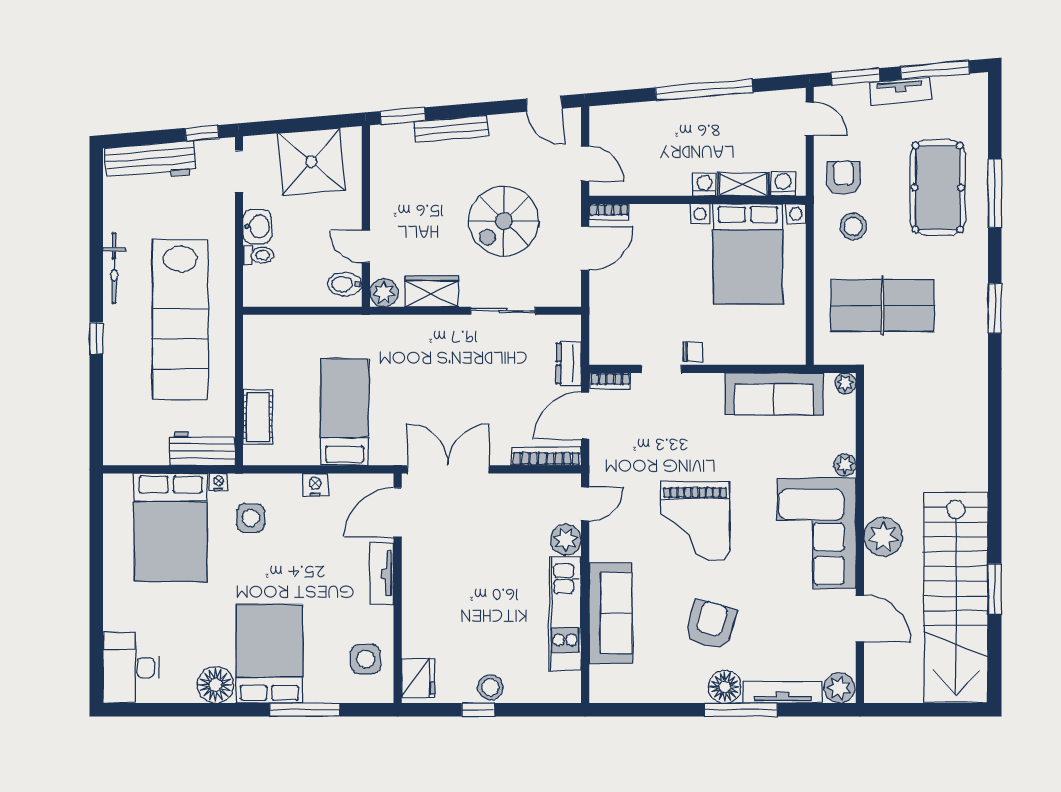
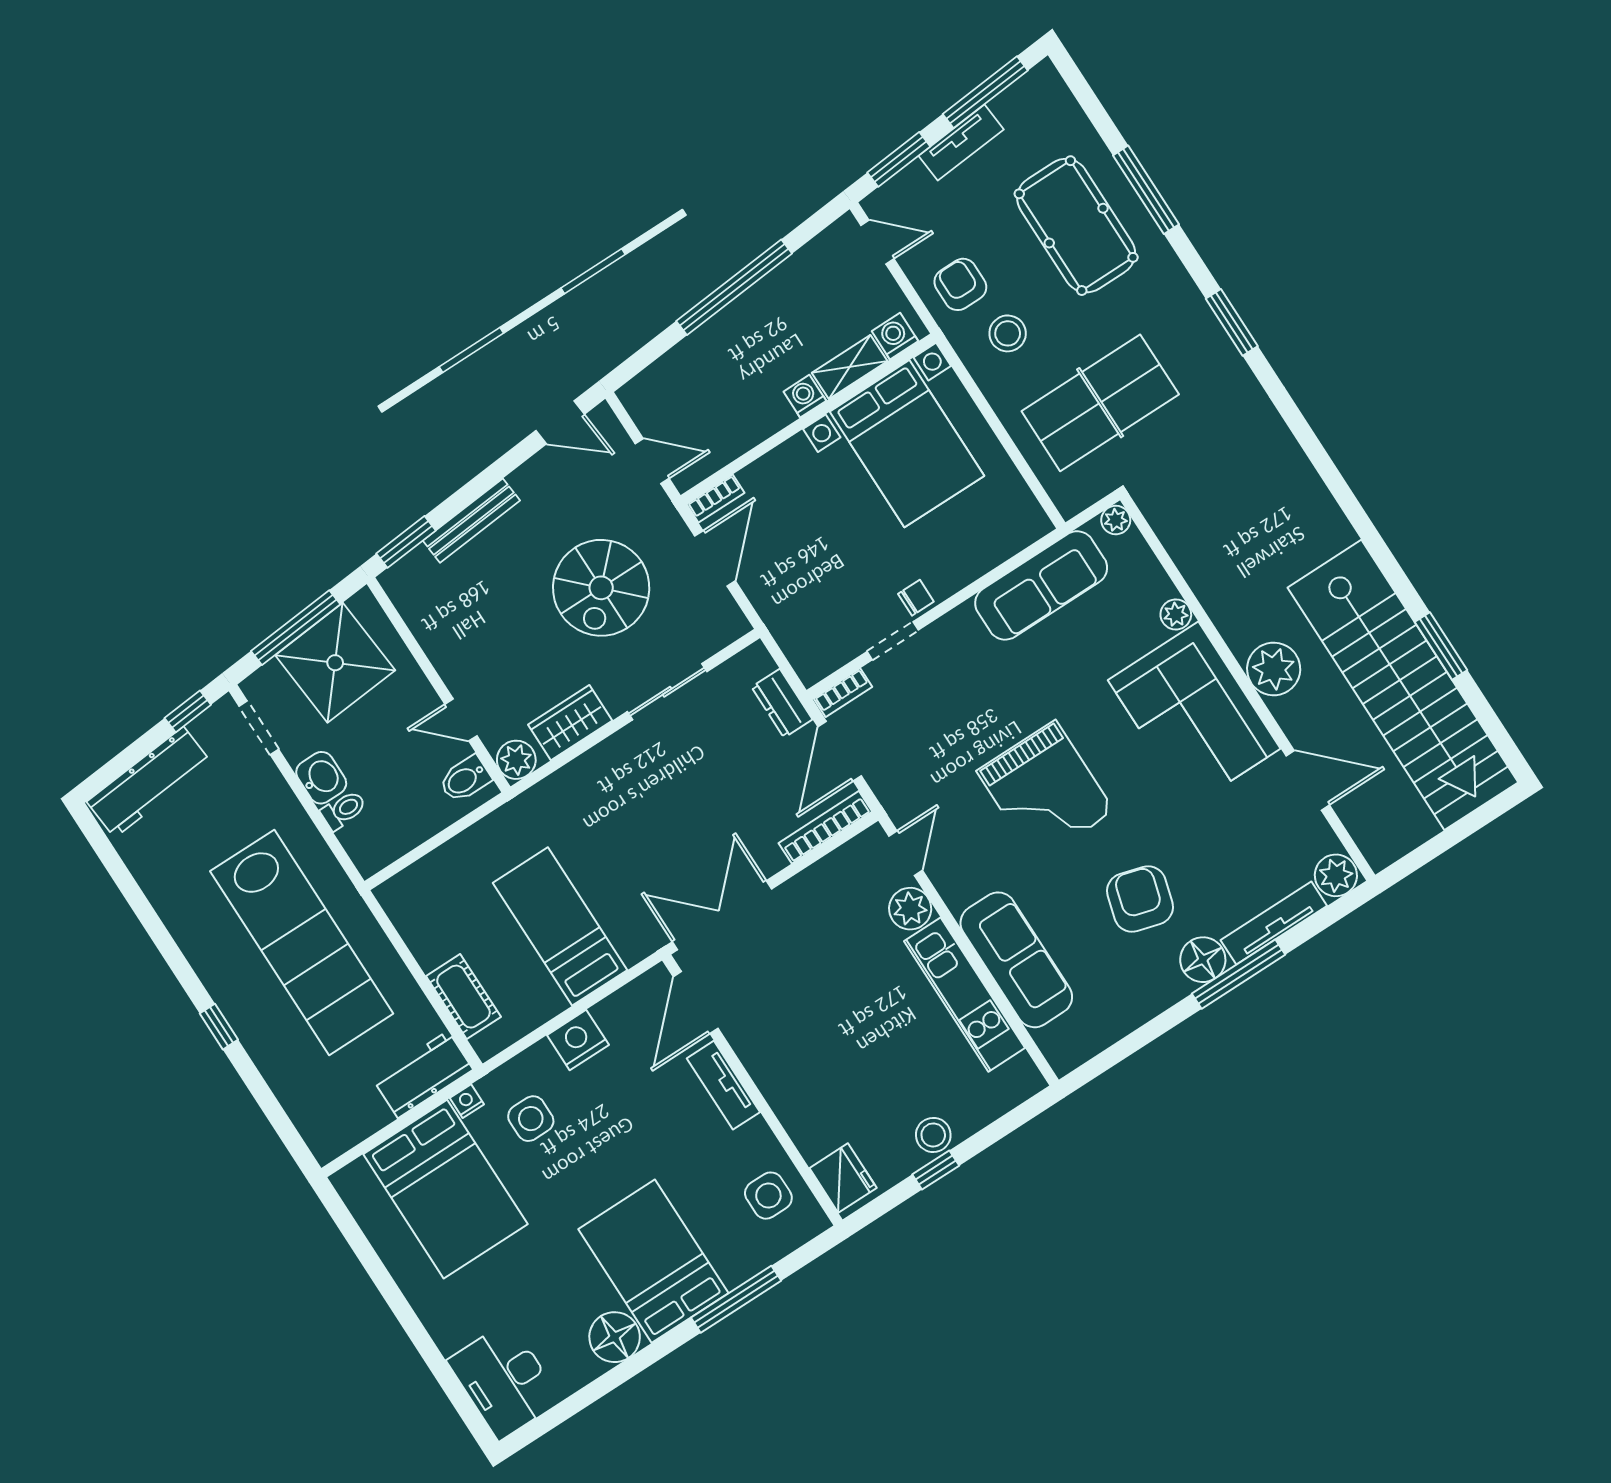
window: (301, 125) -> (296, 628), added
bicycle: (114, 268) -> (187, 932), removed
nightstand: (315, 485) -> (578, 1040), width x1.36, depth x1.33

